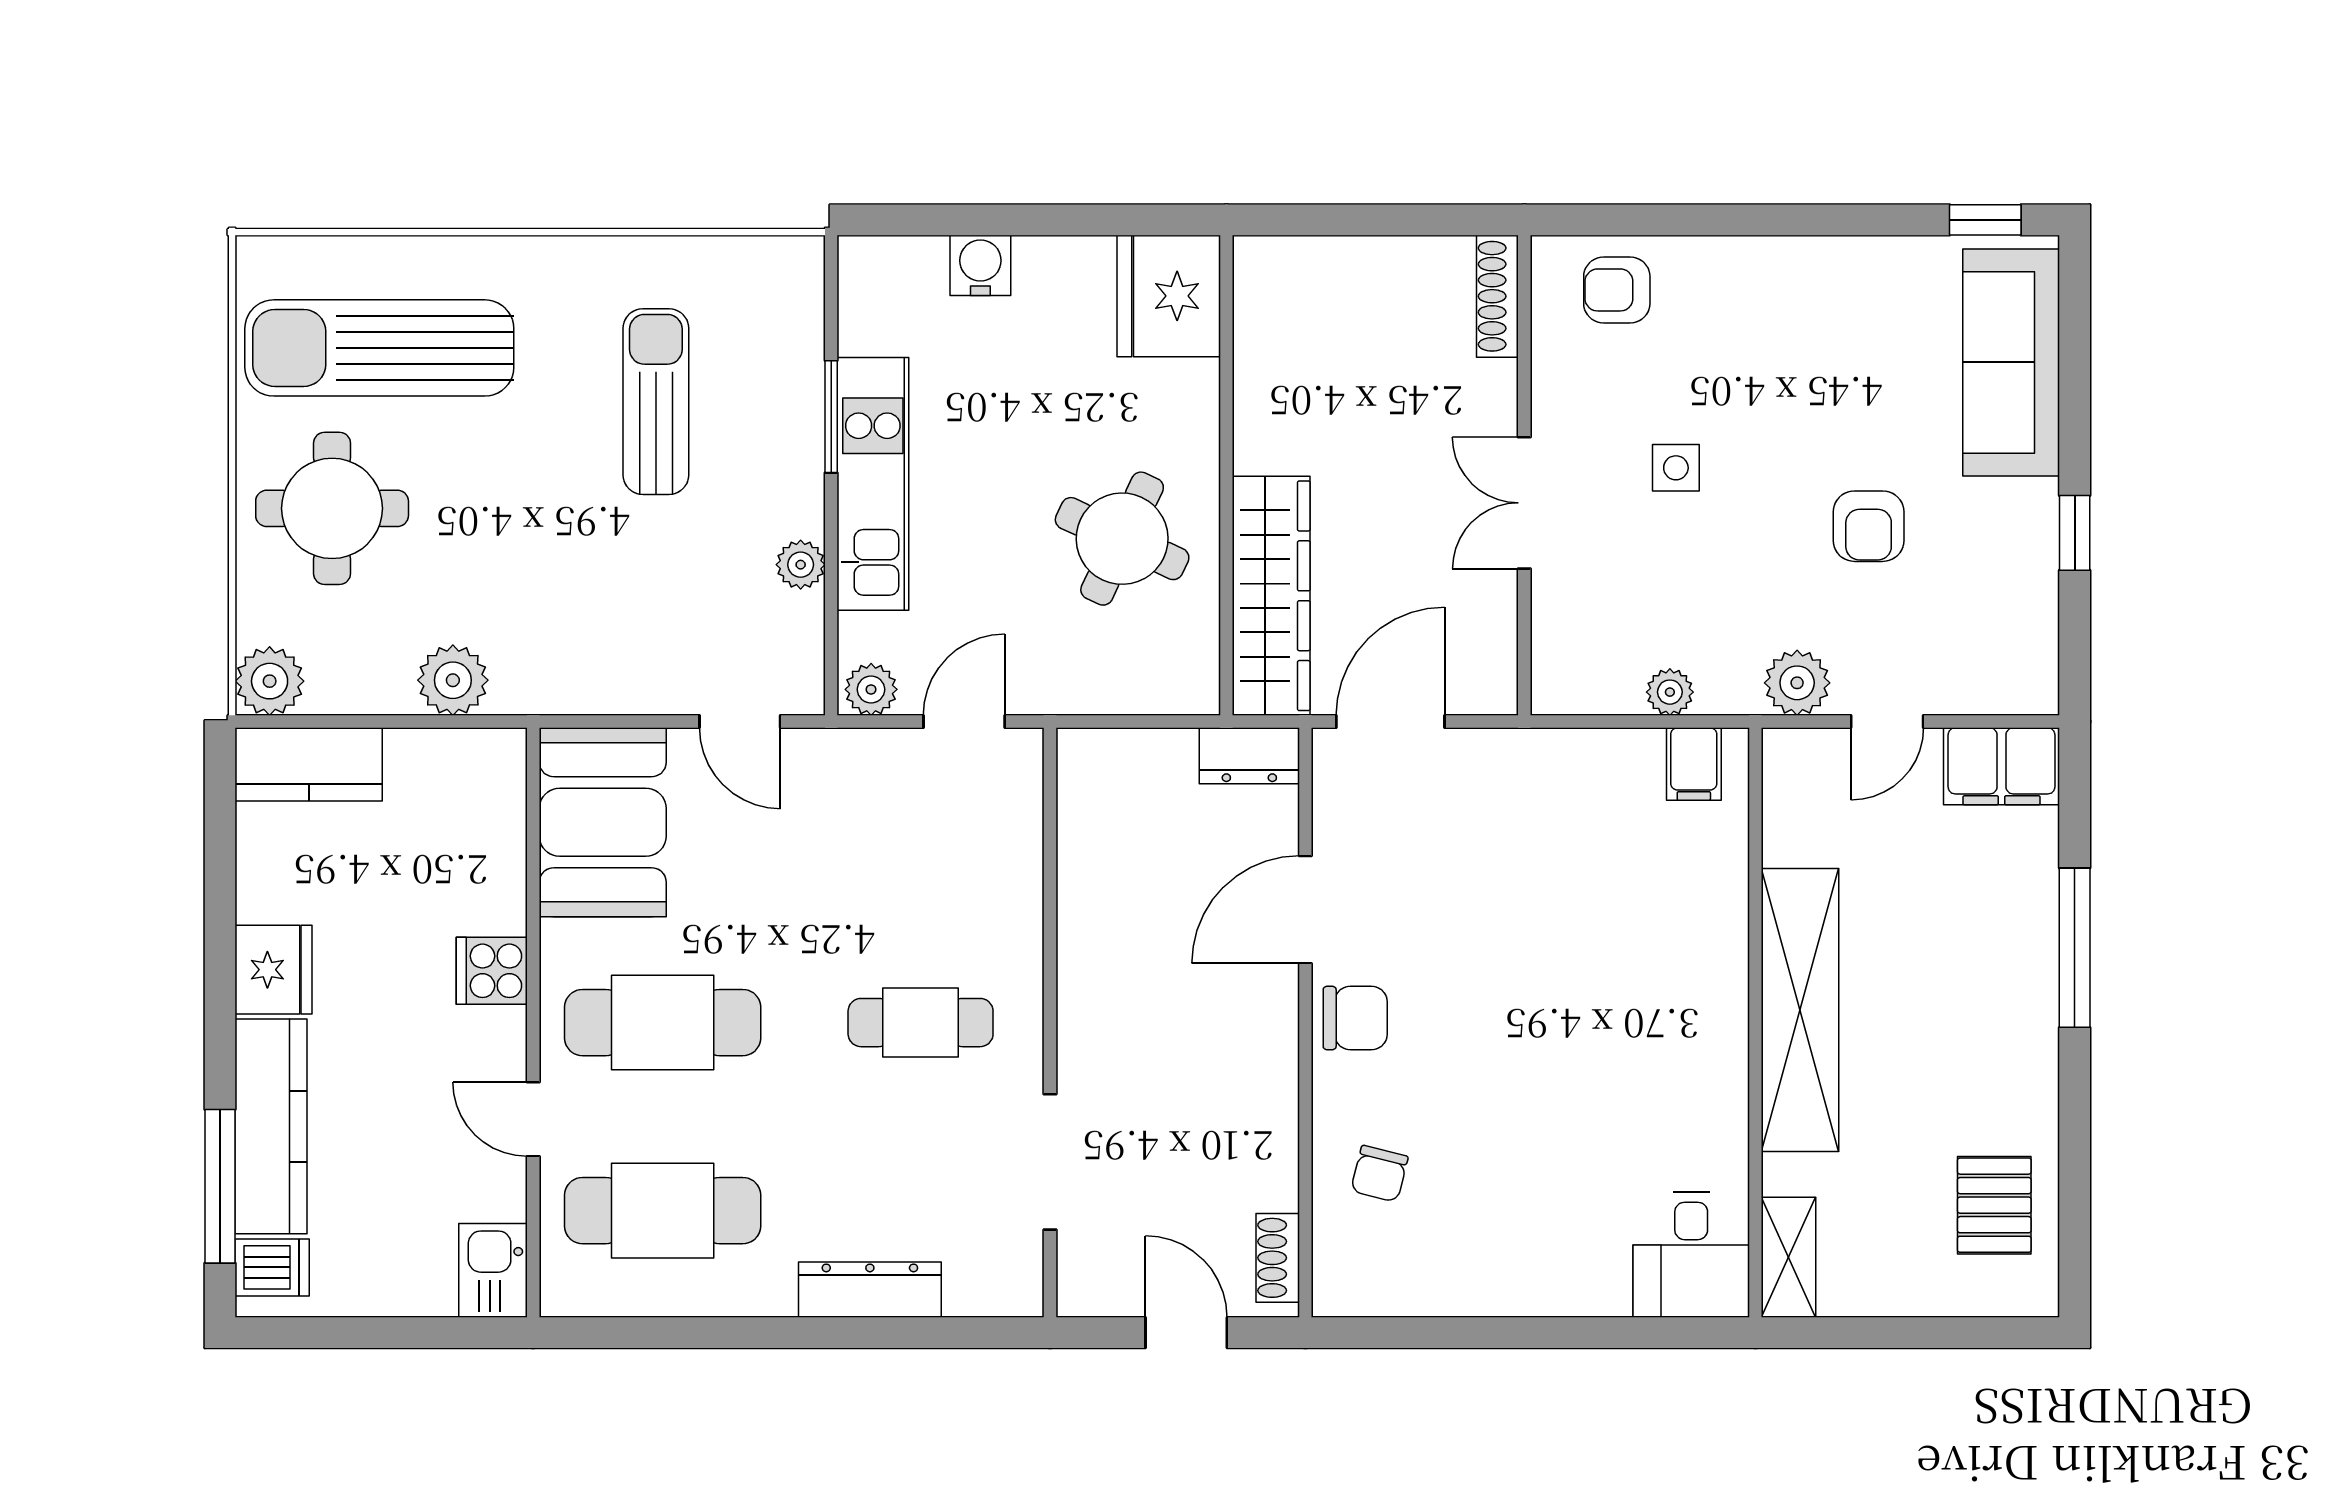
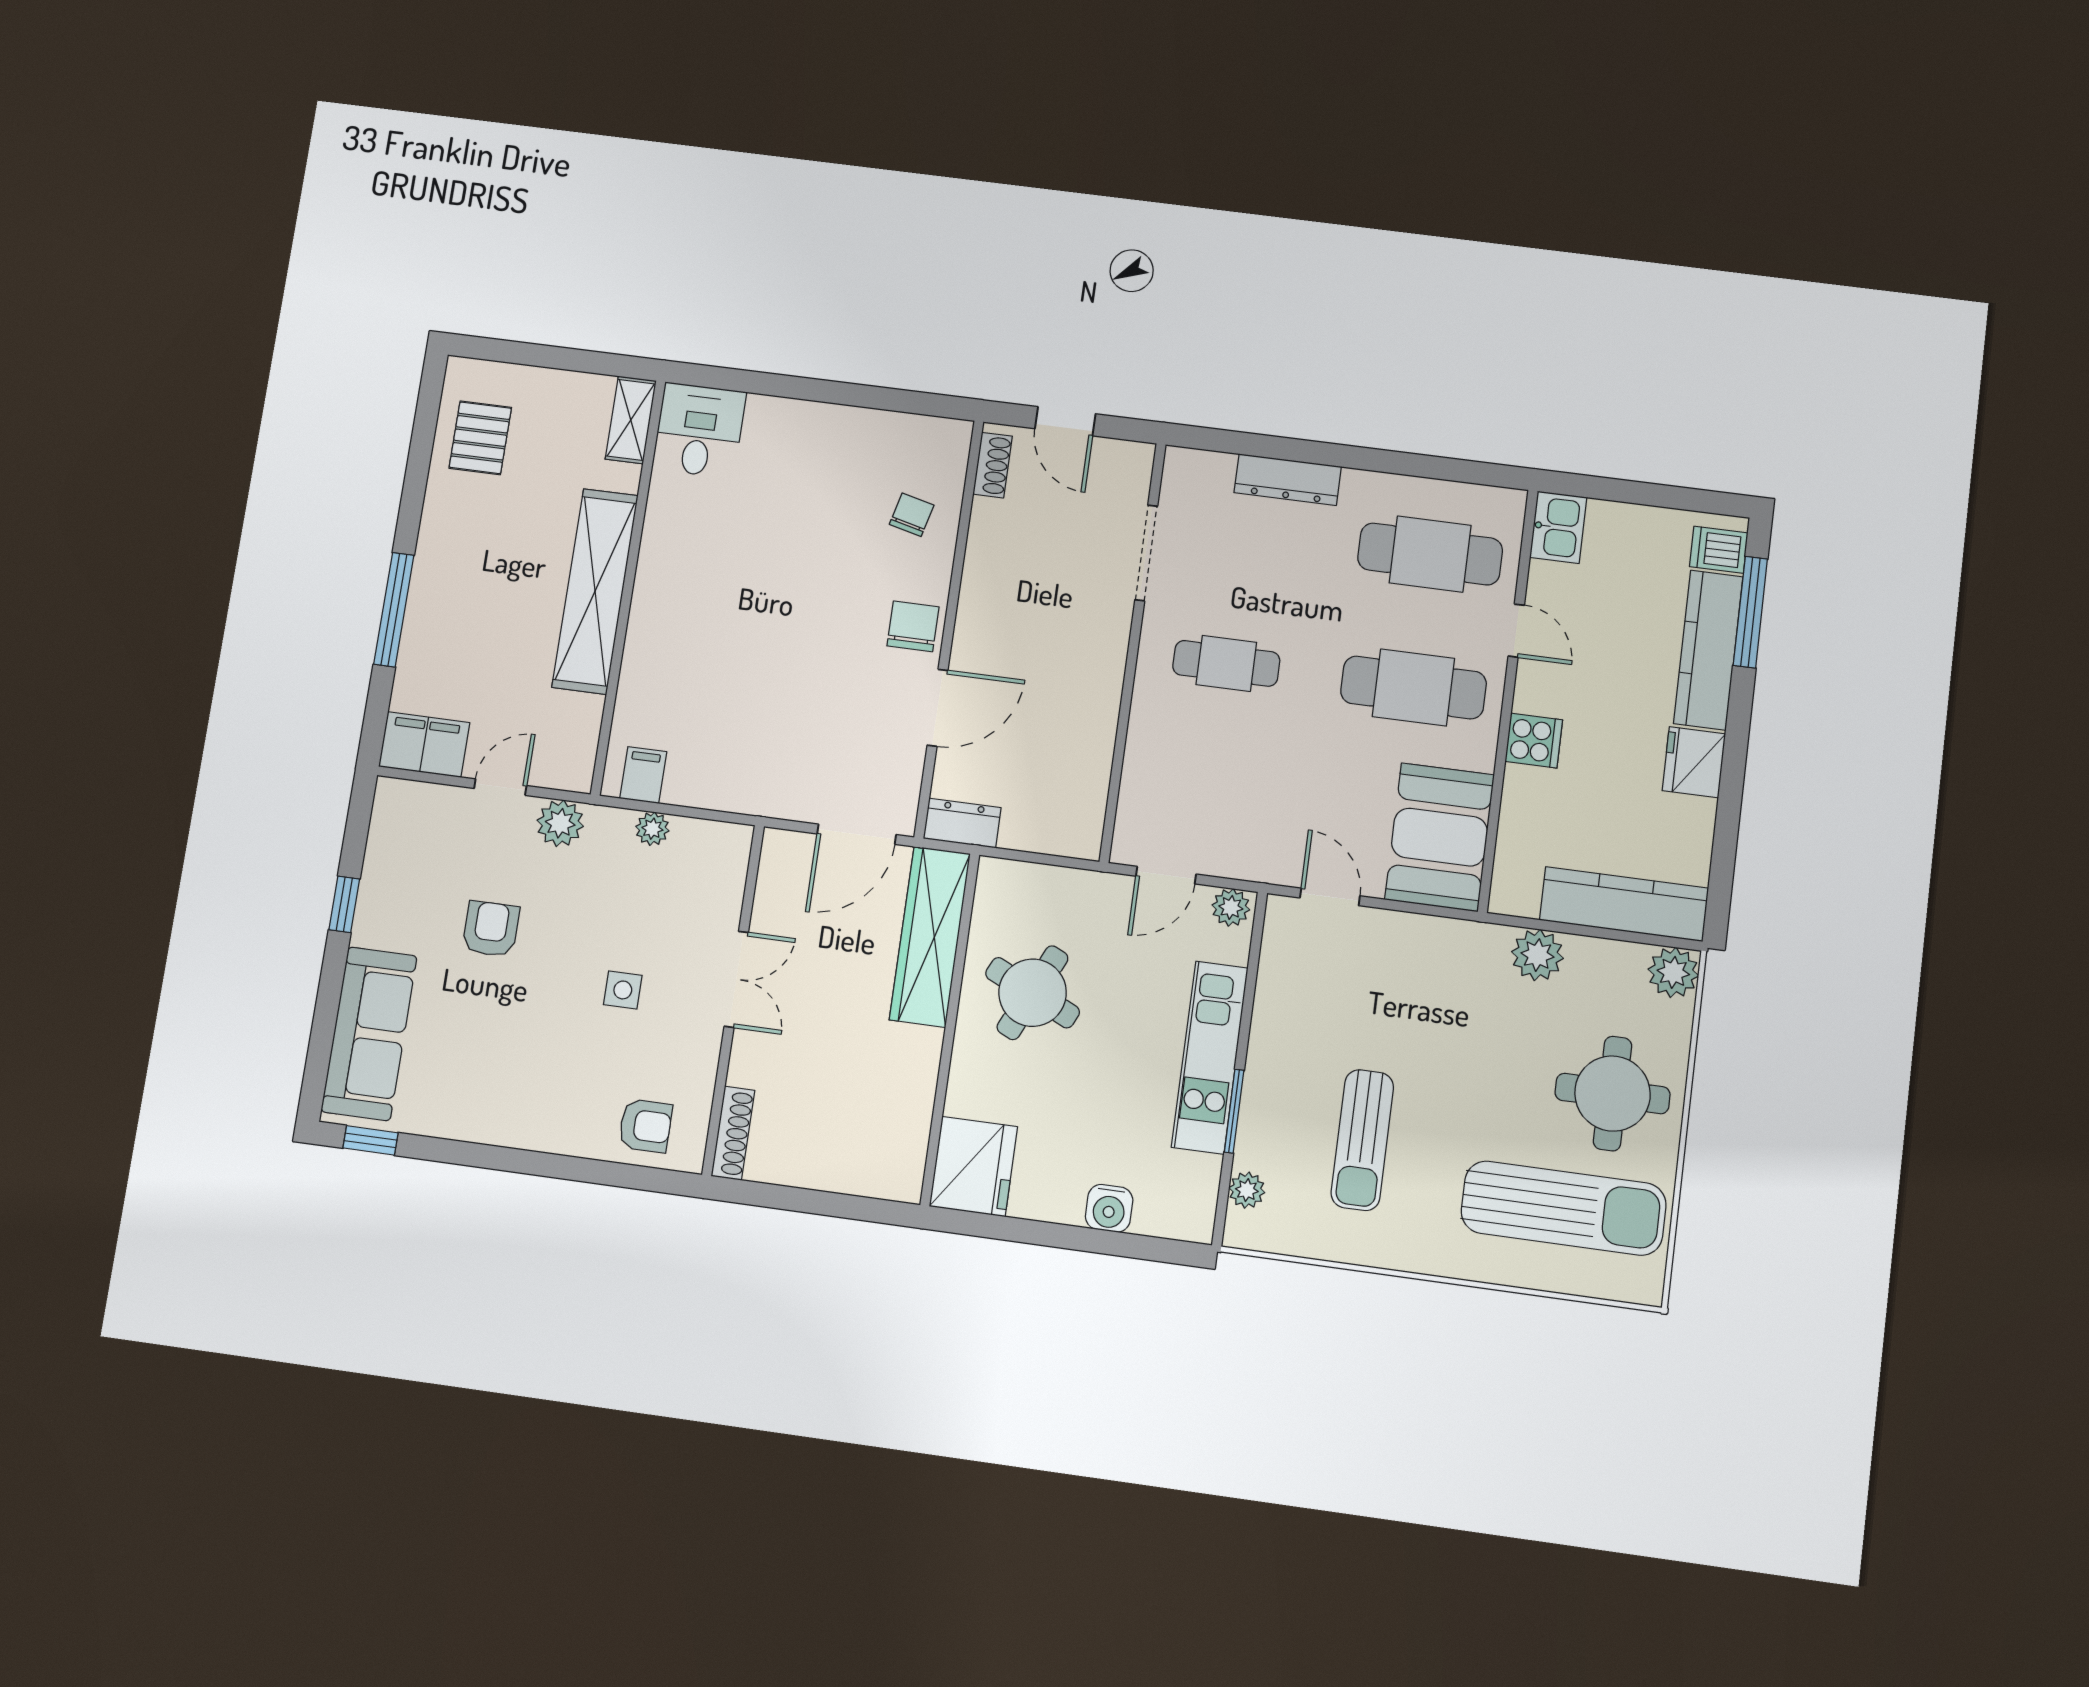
plant: (801, 565) -> (1247, 1190), moved
kitchen counter: (309, 764) -> (1624, 904), width x1.50
chair: (1355, 1018) -> (913, 626), turned 90

